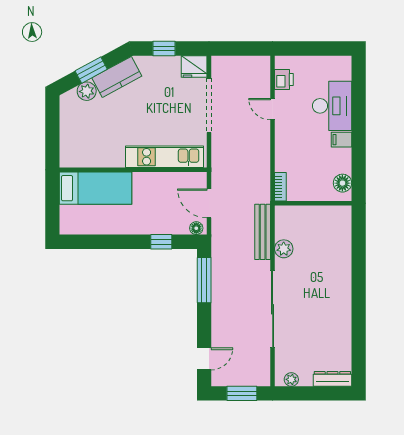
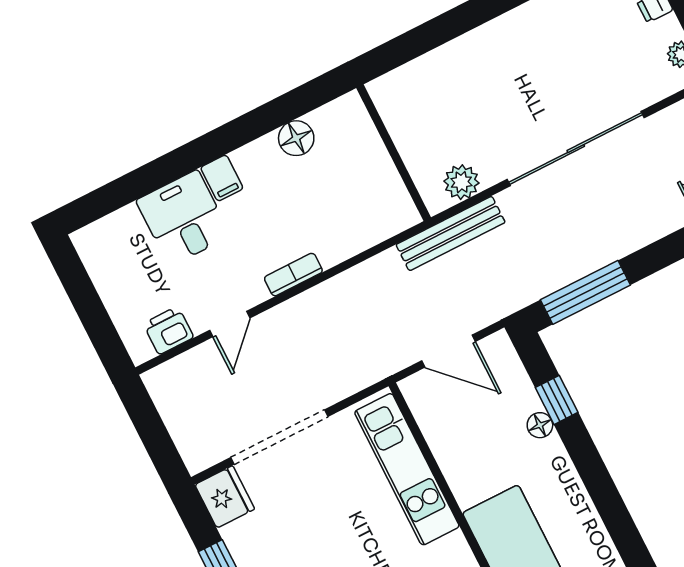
desk: (332, 106) -> (183, 218), width x0.73
bookcase: (280, 187) -> (293, 275), moved
door: (209, 203) -> (448, 351), hinge flipped
wall: (313, 203) -> (394, 153), moved
floor lamp: (196, 228) -> (540, 425), moved

